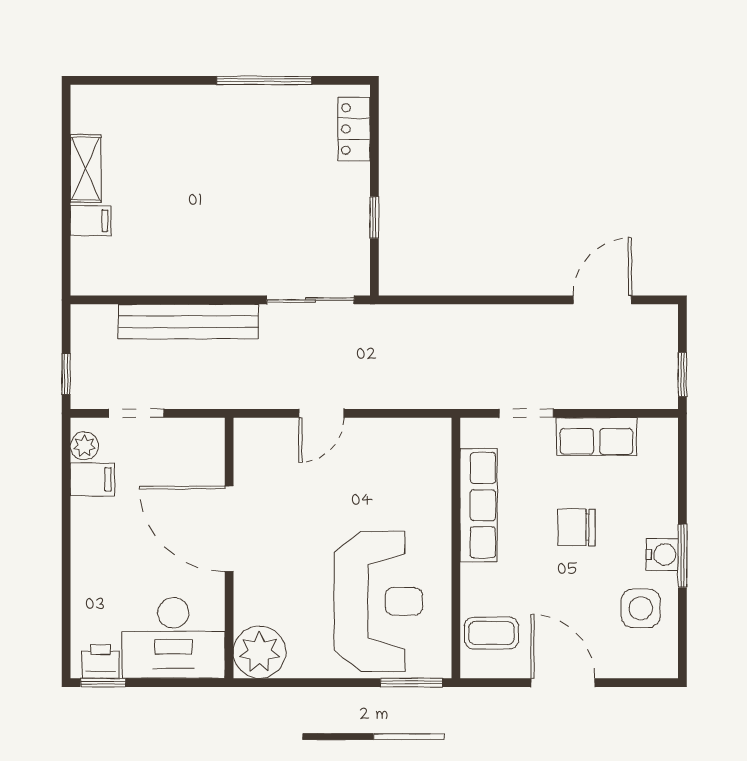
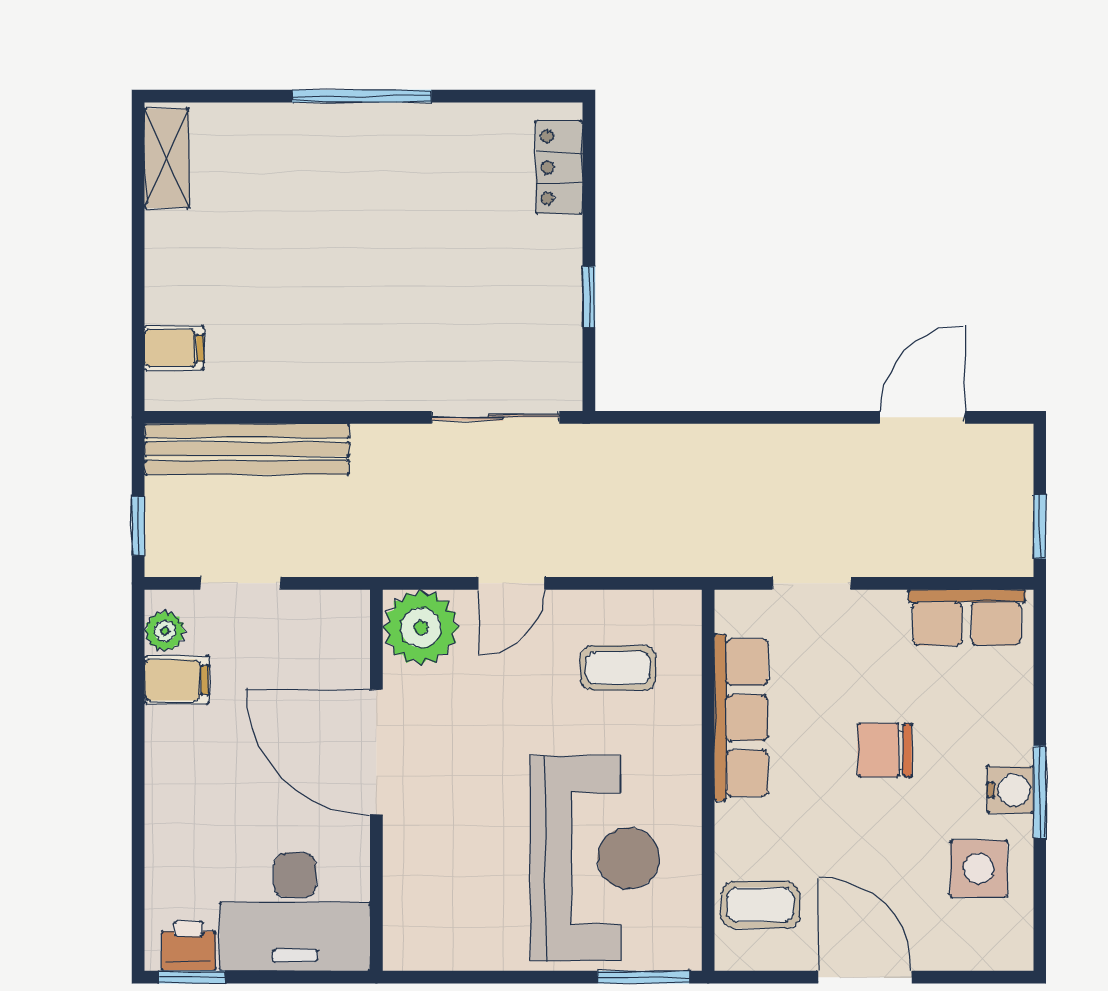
window: (264, 80) -> (362, 96), moved
shelving: (86, 169) -> (167, 158), moved
filing cabinet: (91, 221) -> (174, 348), moved
bench: (188, 322) -> (247, 449), moved
row of seats: (597, 437) -> (967, 618), moved
coffee table: (394, 471) -> (618, 668), added
plant: (259, 652) -> (421, 628), moved

